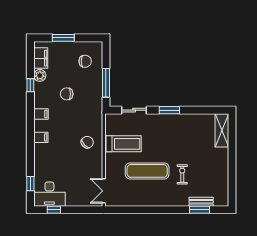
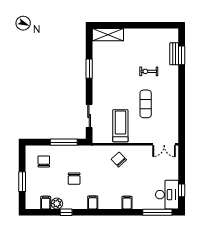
filing cabinet: (41, 58) -> (46, 203), width x0.50
window: (169, 110) -> (89, 69), moved
filing cabinet: (41, 137) -> (127, 203), moved
exercise mat: (147, 171) -> (146, 104), width x0.73, depth x0.69
window: (30, 184) -> (157, 212), width x2.17

